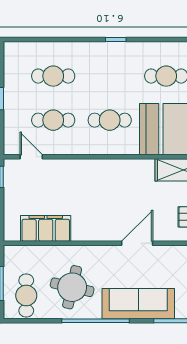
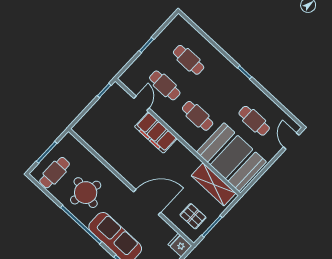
door: (31, 157) -> (141, 103), moved
filing cabinet: (46, 228) -> (156, 133), moved, turned 180
door: (137, 243) -> (147, 202), width x1.36

